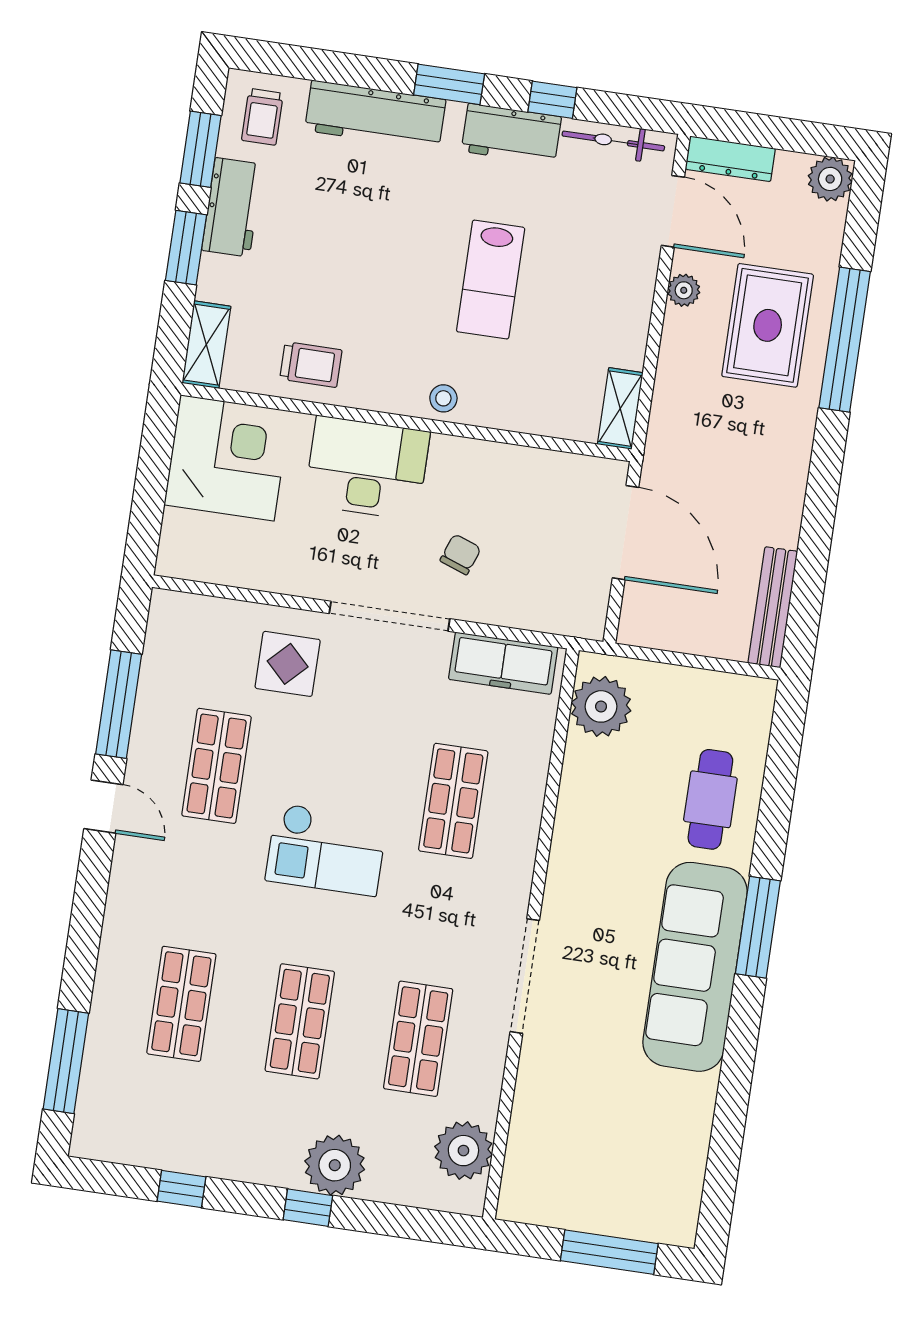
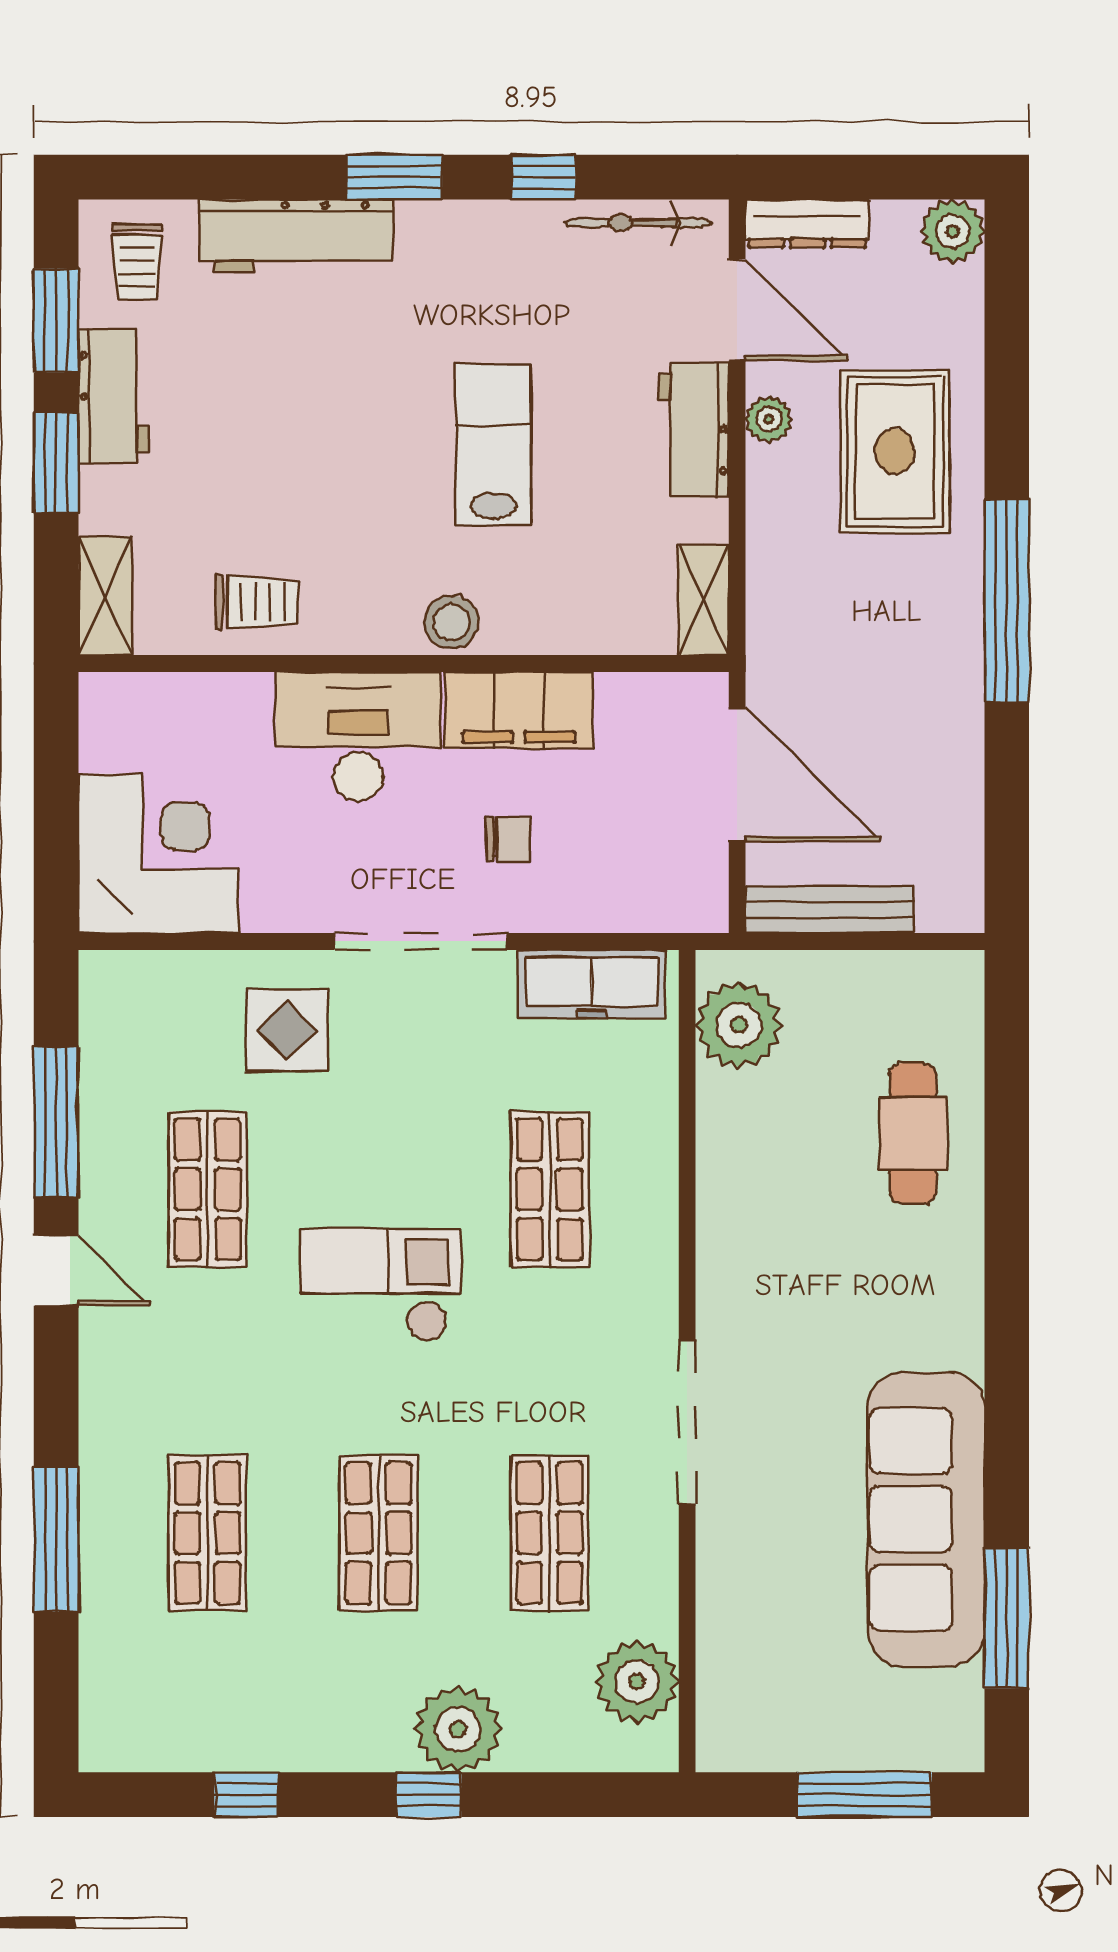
workbench: (511, 134) -> (694, 430), moved, turned 90
lab bench: (491, 280) -> (493, 444), turned 180
window: (845, 340) -> (1007, 601), moved
stool: (443, 398) -> (452, 622), width x1.37, depth x1.37
corner desk: (227, 458) -> (158, 853), moved
filing cabinet: (481, 466) -> (519, 710), added
chair: (461, 554) -> (508, 839), turned 70
bench: (773, 607) -> (830, 910), moved, turned 90
checkout: (326, 850) -> (380, 1285), turned 180
window: (758, 927) -> (1007, 1618), moved
sofa: (695, 967) -> (926, 1519), moved
window: (66, 1061) -> (56, 1540), moved

